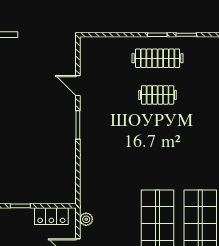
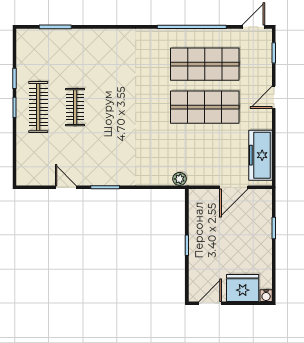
door: (78, 86) -> (66, 187), swing flipped
locker: (51, 216) -> (197, 214), removed
plant: (86, 219) -> (180, 179), moved

